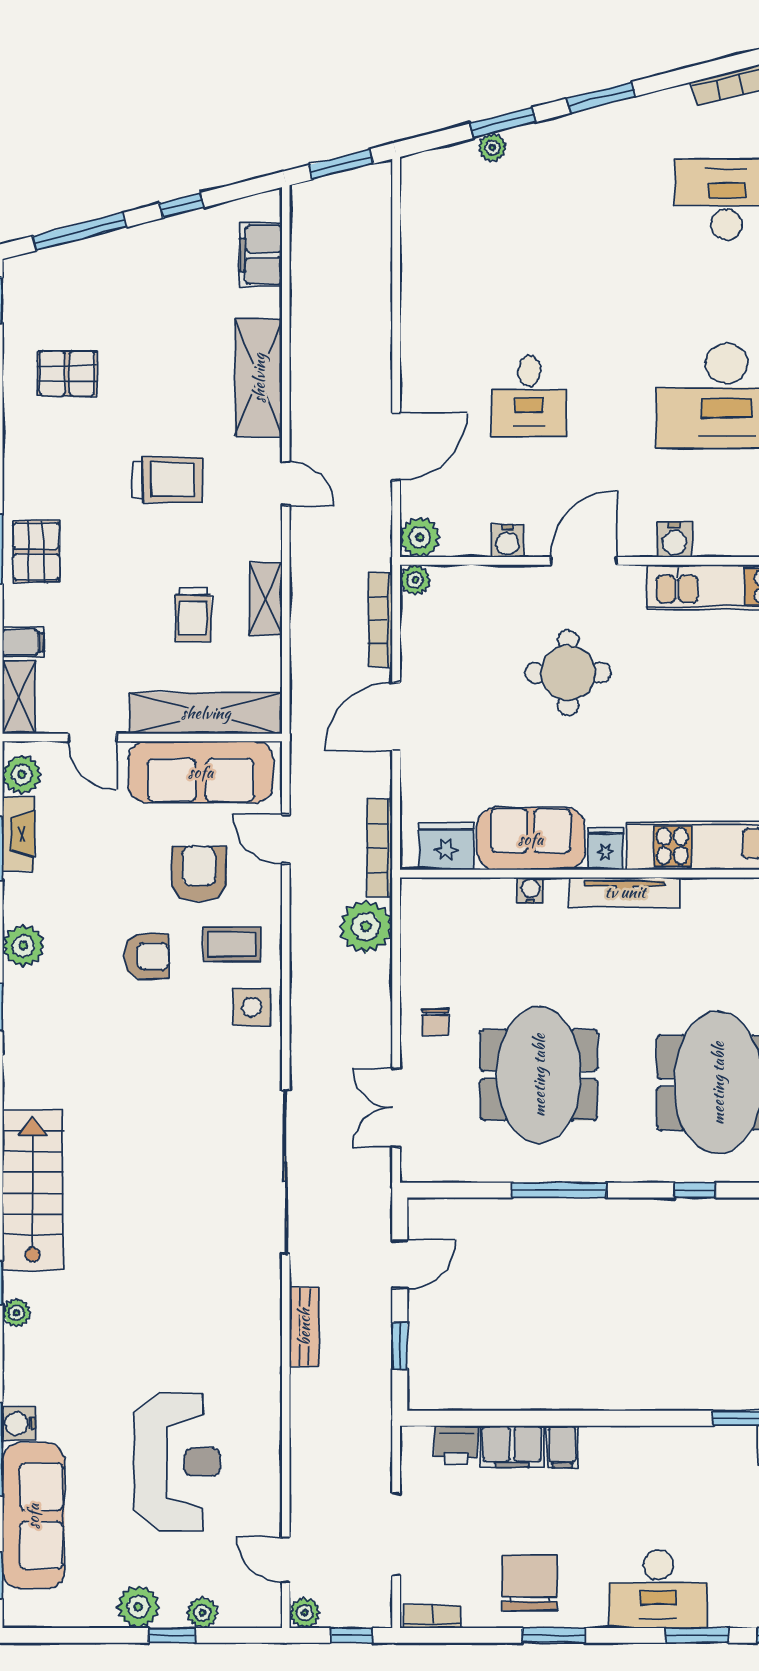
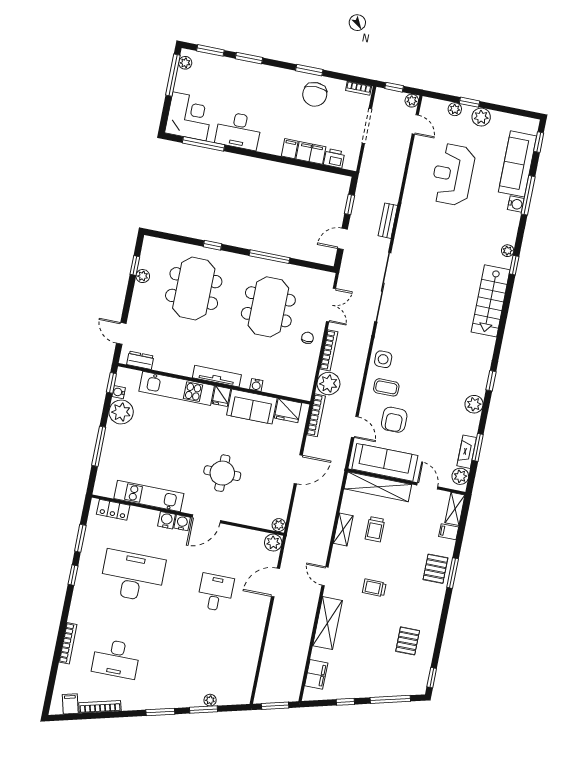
pallet: (67, 373) -> (408, 641), turned 90
trolley: (168, 480) -> (374, 588), width x0.73, depth x0.72
water cooler: (507, 541) -> (182, 523), moved
trolley: (193, 614) -> (375, 529), turned 180
bookcase: (380, 620) -> (329, 350), moved
armchair: (147, 956) -> (423, 389), removed
desk: (658, 1589) -> (238, 131), moved, turned 180

